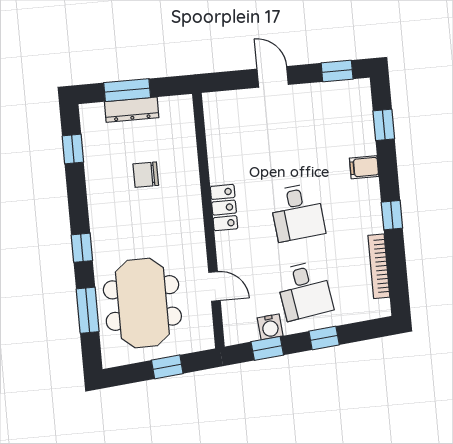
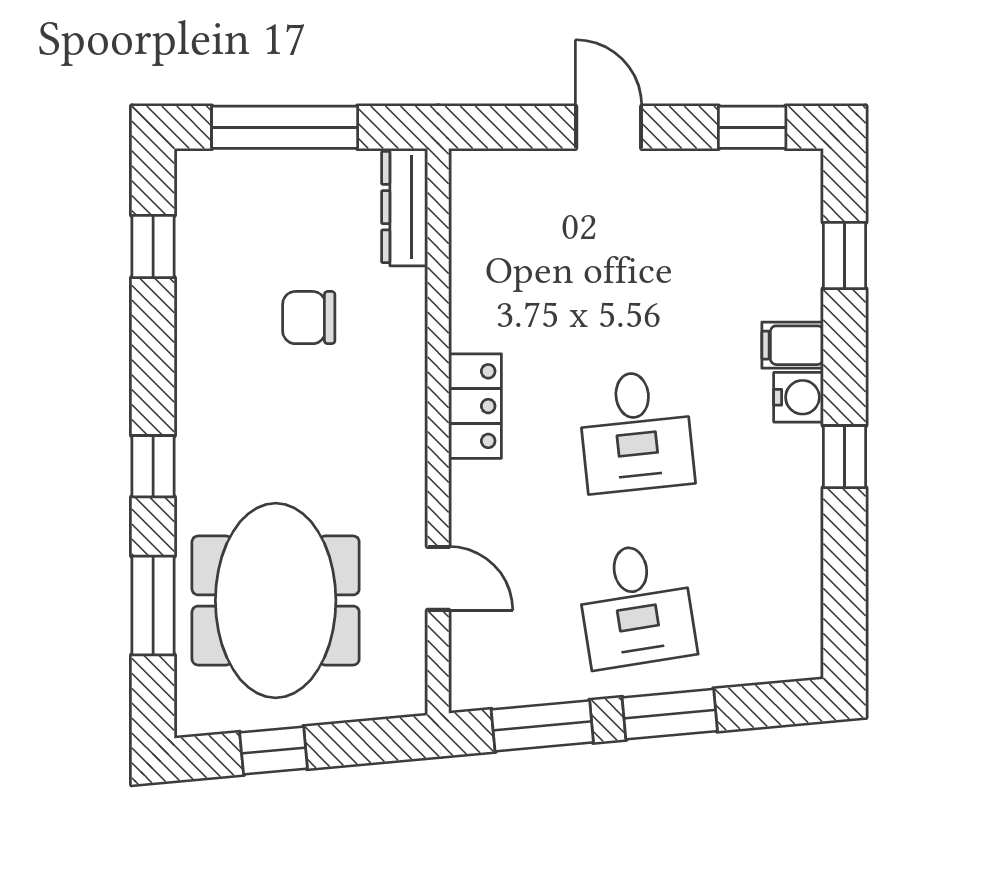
window: (127, 90) -> (285, 127), width x1.44
dresser: (132, 110) -> (405, 207), moved, turned 90
bookcase: (379, 266) -> (805, 567), removed
water cooler: (270, 327) -> (798, 397), moved, turned -85
window: (324, 338) -> (670, 714), width x1.50
window: (267, 348) -> (542, 726), width x1.50
window: (167, 367) -> (274, 750), moved

